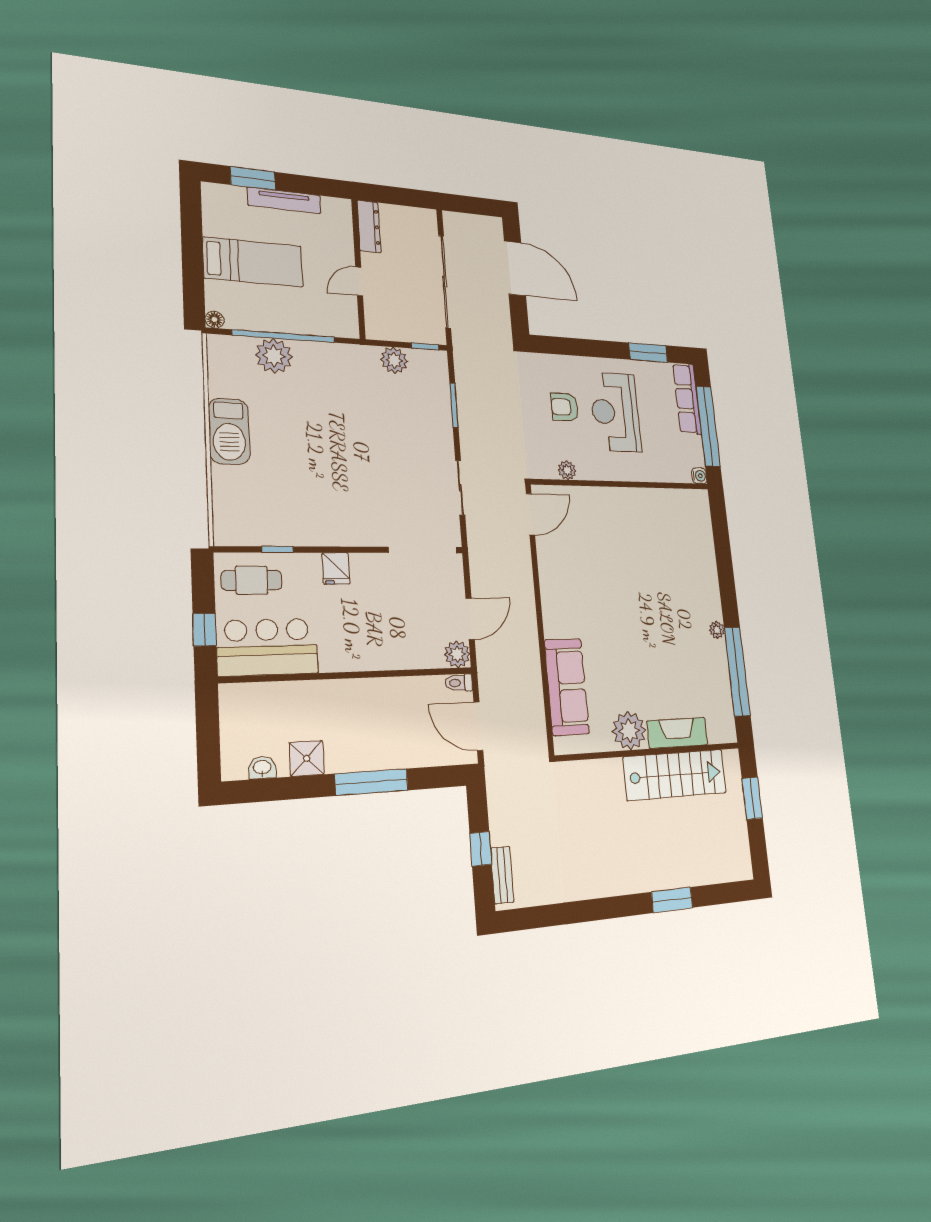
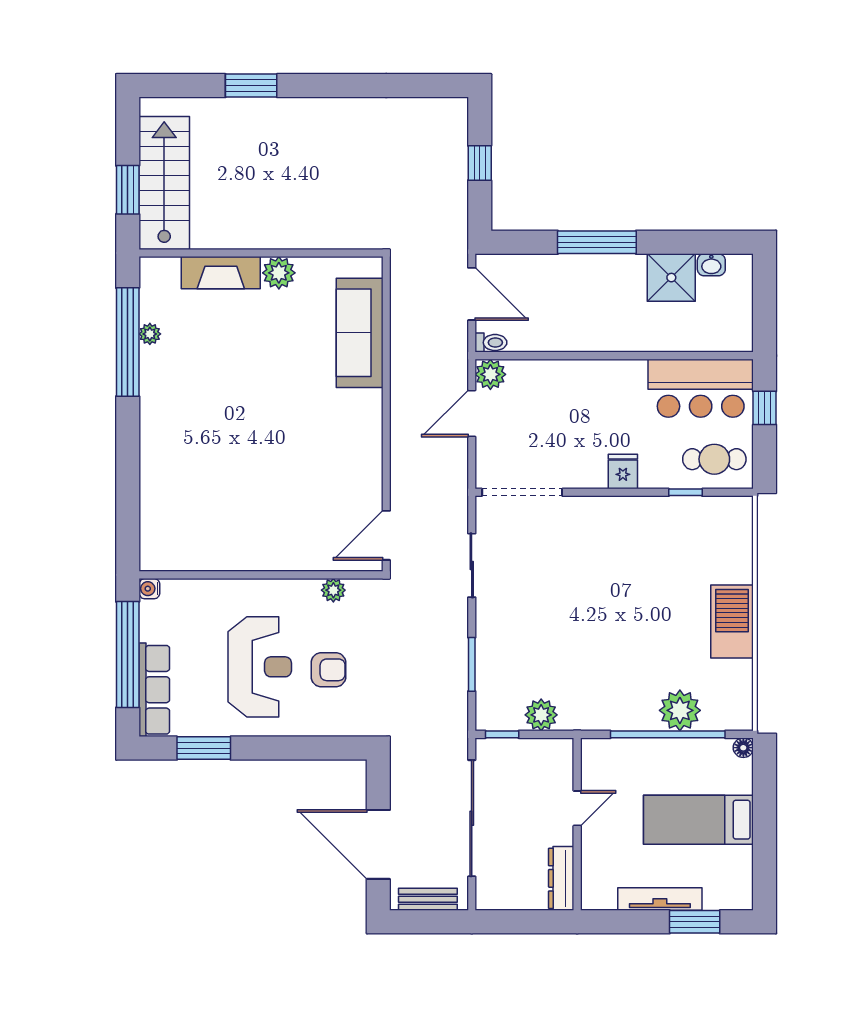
plant: (717, 630) -> (150, 334), moved
plant: (629, 731) -> (279, 273), width x0.73, depth x0.73
shower: (307, 758) -> (671, 278), width x1.36, depth x1.36
stairs: (675, 775) -> (164, 183), moved, turned 90
bench: (502, 875) -> (428, 899), moved, turned 90

